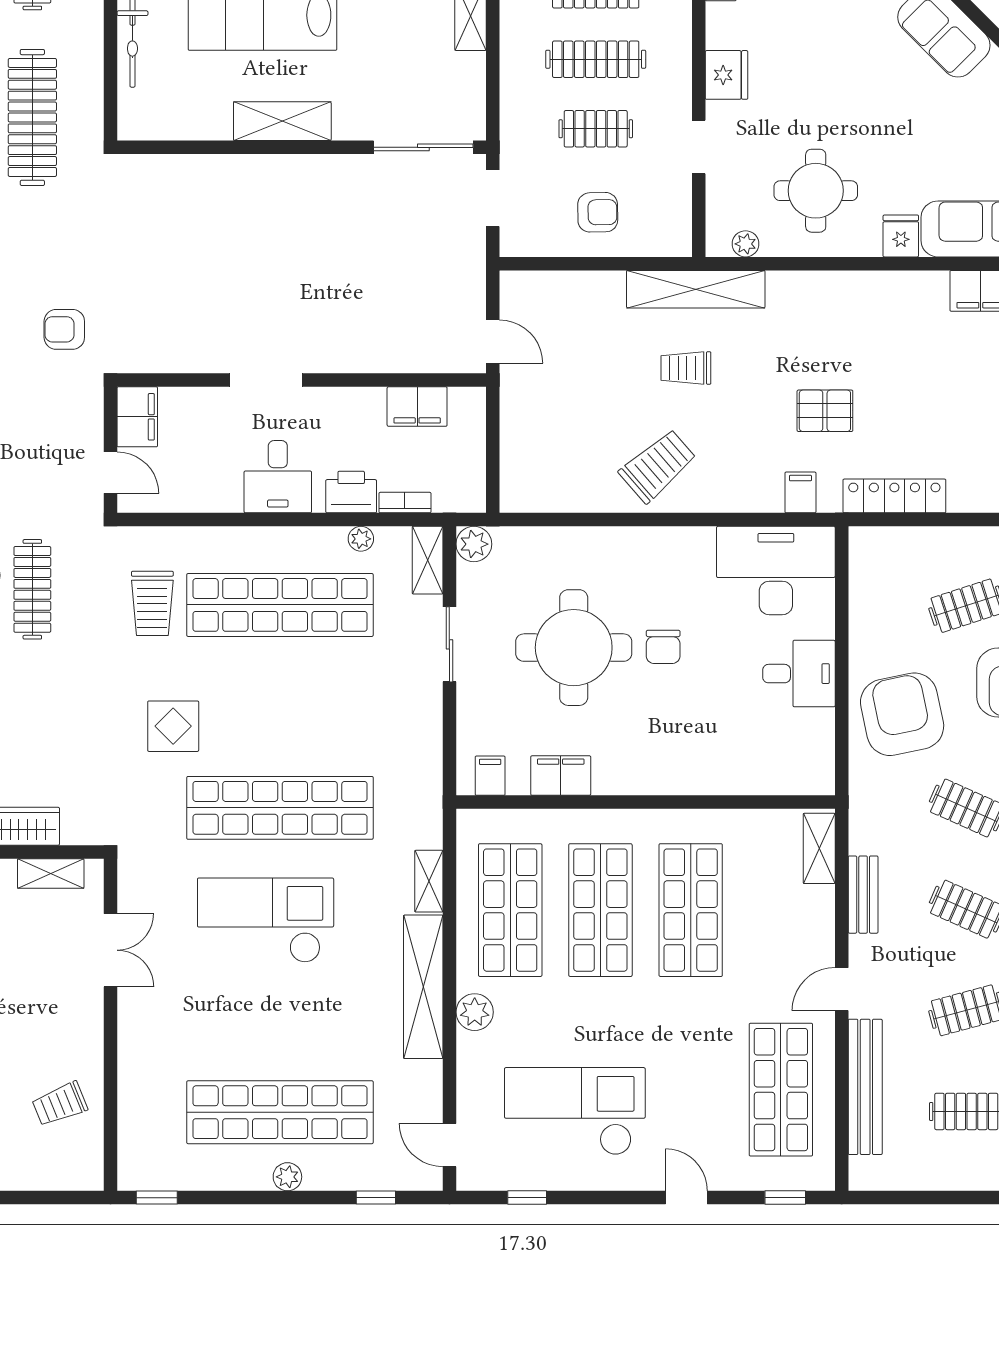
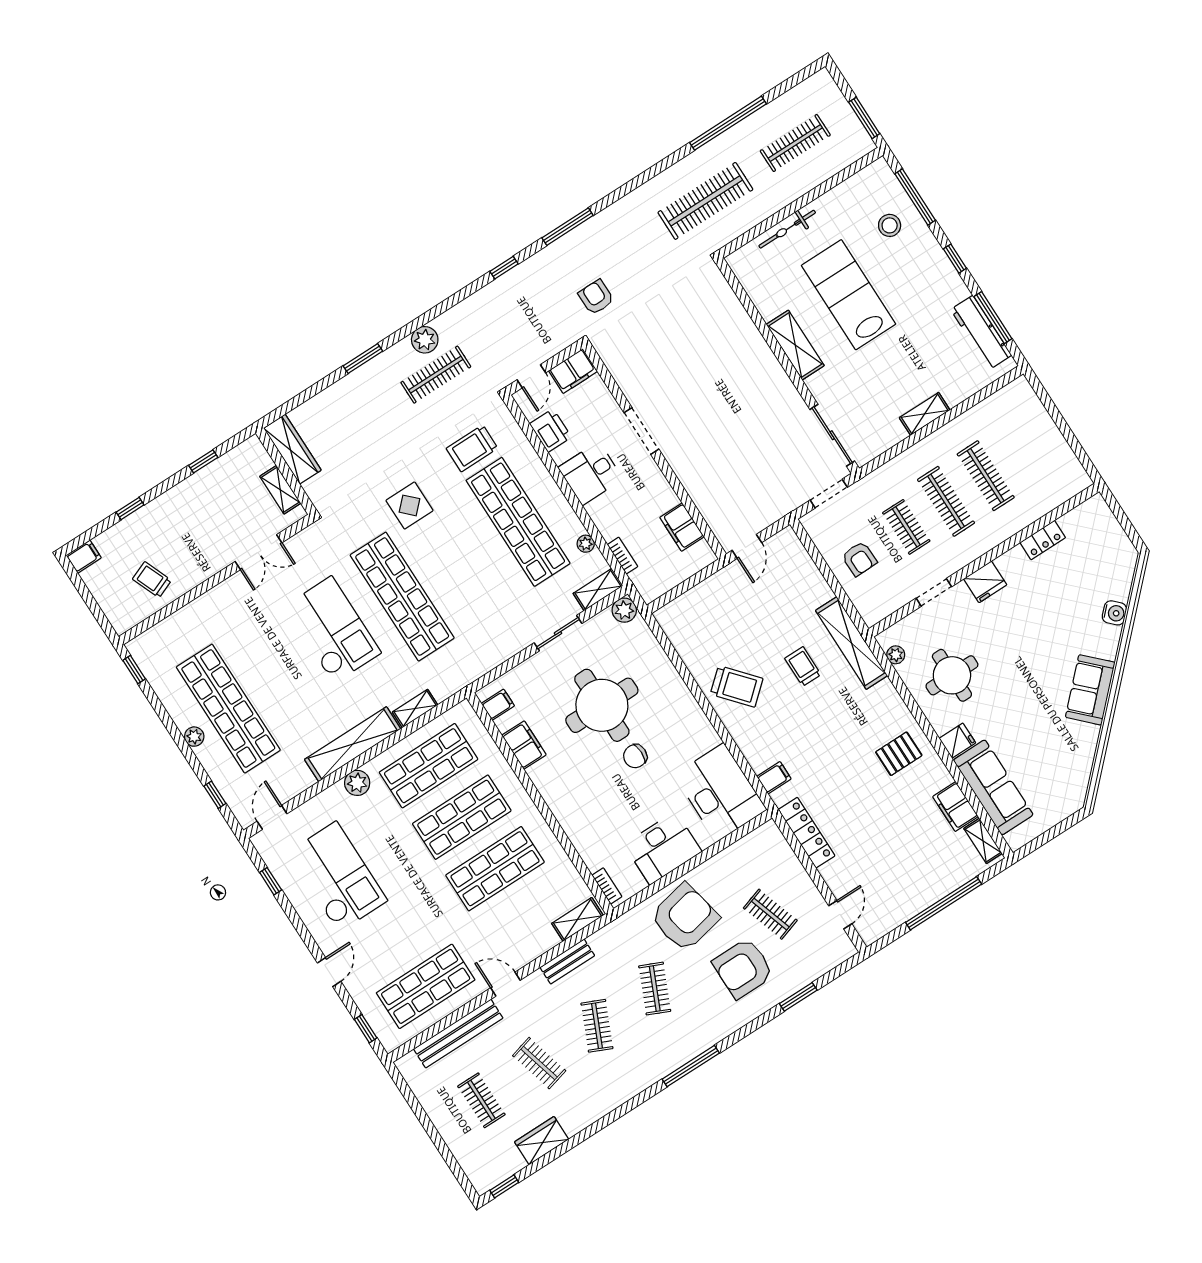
pallet: (825, 411) -> (899, 754), moved, turned 90
printer: (351, 492) -> (551, 431), moved
desk: (799, 674) -> (663, 848), width x1.37
bookcase: (801, 785) -> (607, 886), added

